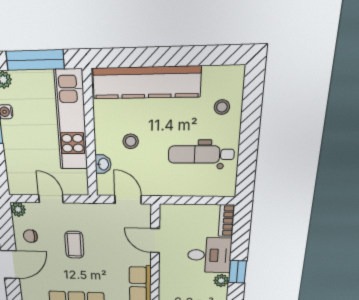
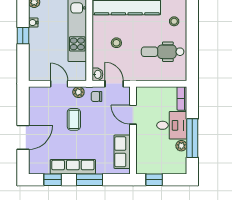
washbasin: (103, 164) -> (97, 74), moved
plant: (18, 209) -> (78, 92), moved
chair: (30, 236) -> (96, 96), moved
window: (237, 272) -> (192, 138), width x2.17

